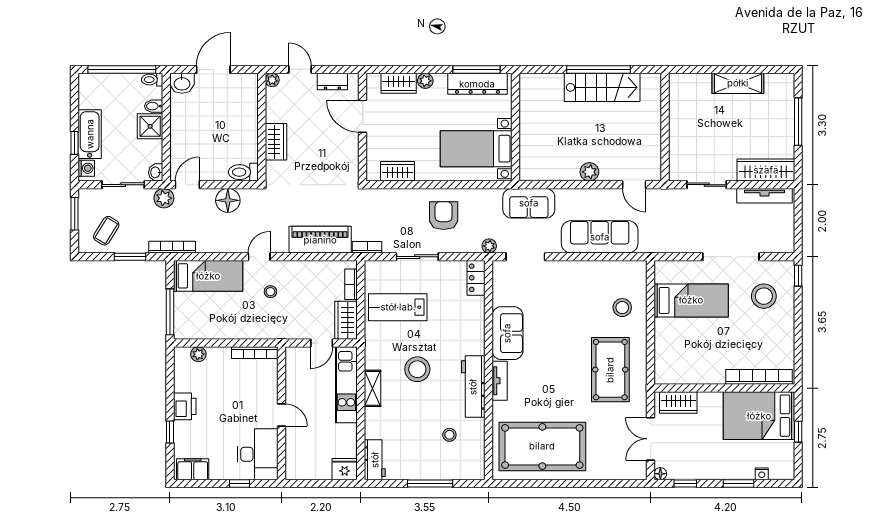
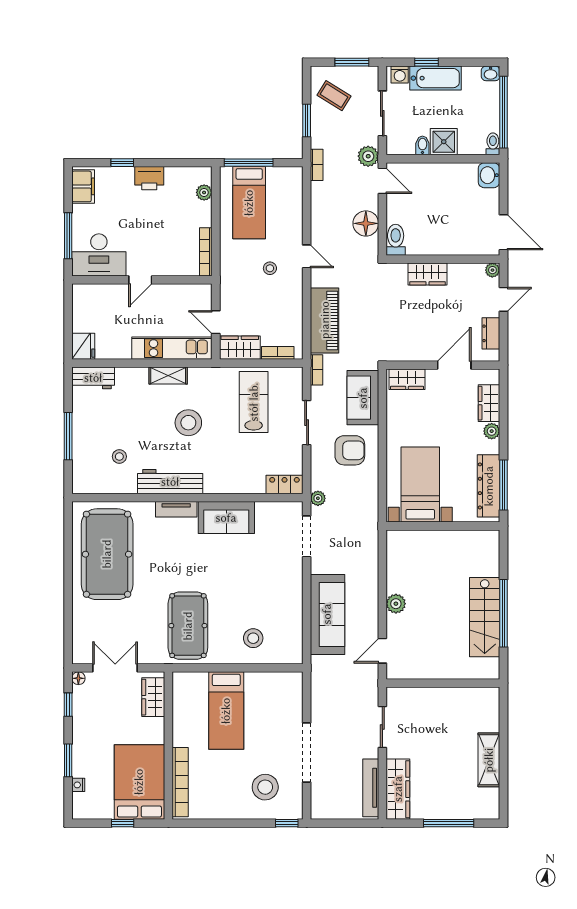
door: (213, 69) -> (503, 232), moved
bidet: (154, 106) -> (422, 145), moved
wardrobe: (397, 171) -> (407, 379), moved, turned 90
washbasin: (156, 172) -> (491, 73), moved, turned 180
sofa: (529, 203) -> (363, 398), moved
bookcase: (172, 247) -> (317, 165), width x0.64
bed: (208, 276) -> (249, 203), moved
bed: (691, 300) -> (226, 711), moved
pool table: (610, 370) -> (188, 626), turned 90
window: (239, 483) -> (68, 236), width x2.17

